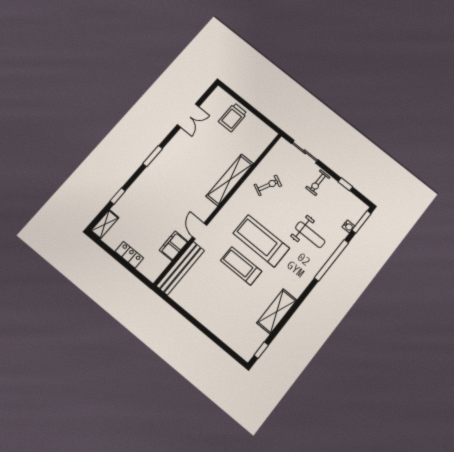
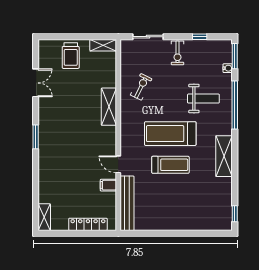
shelving: (264, 130) -> (103, 45), added
shelving: (230, 180) -> (109, 107), width x0.68
window: (118, 196) -> (36, 189), removed
filing cabinet: (174, 246) -> (108, 185), width x0.50
locker: (129, 255) -> (88, 224), width x1.53
treadmill: (241, 266) -> (170, 165), turned 180
shelving: (277, 311) -> (224, 156), moved

